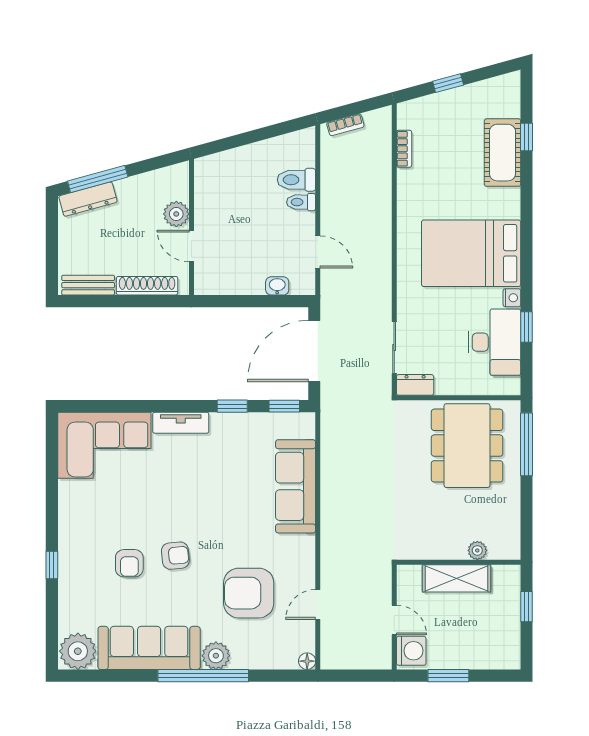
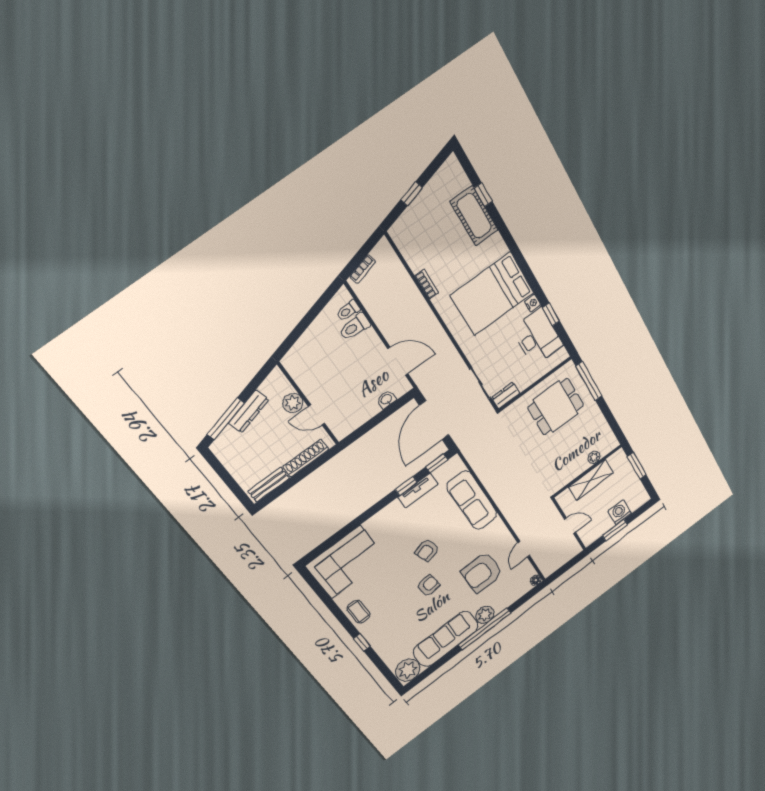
bookcase: (404, 149) -> (427, 284), moved
dresser: (88, 199) -> (249, 411), moved
toilet: (301, 202) -> (348, 311), moved
door: (318, 252) -> (398, 361), width x1.38
tv unit: (181, 423) -> (418, 491), moved
dining table: (467, 446) -> (556, 407), width x0.73
coffee table: (75, 521) -> (359, 612), added
armchair: (129, 563) -> (427, 550), moved, turned 73
window: (526, 607) -> (637, 466), width x1.50
washing machine: (411, 651) -> (620, 512), moved, turned -90

